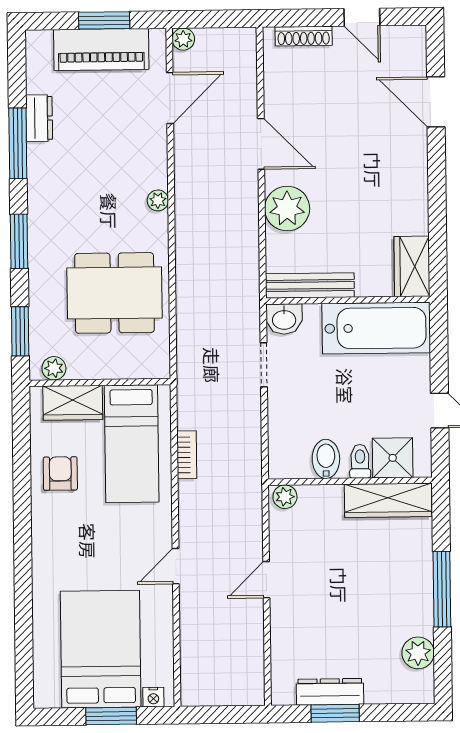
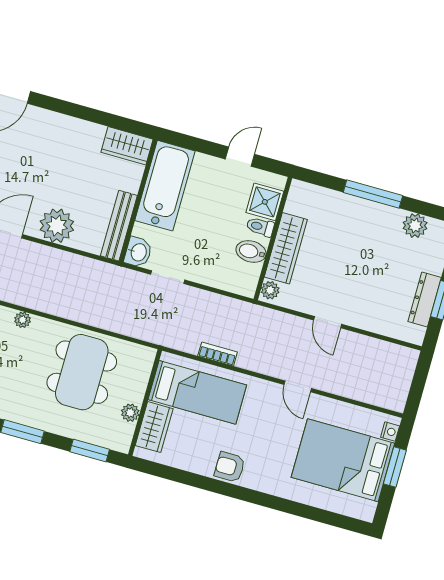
plant: (54, 368) -> (130, 413), moved
armchair: (60, 473) -> (230, 467), moved
wardrobe: (388, 500) -> (286, 248), moved

